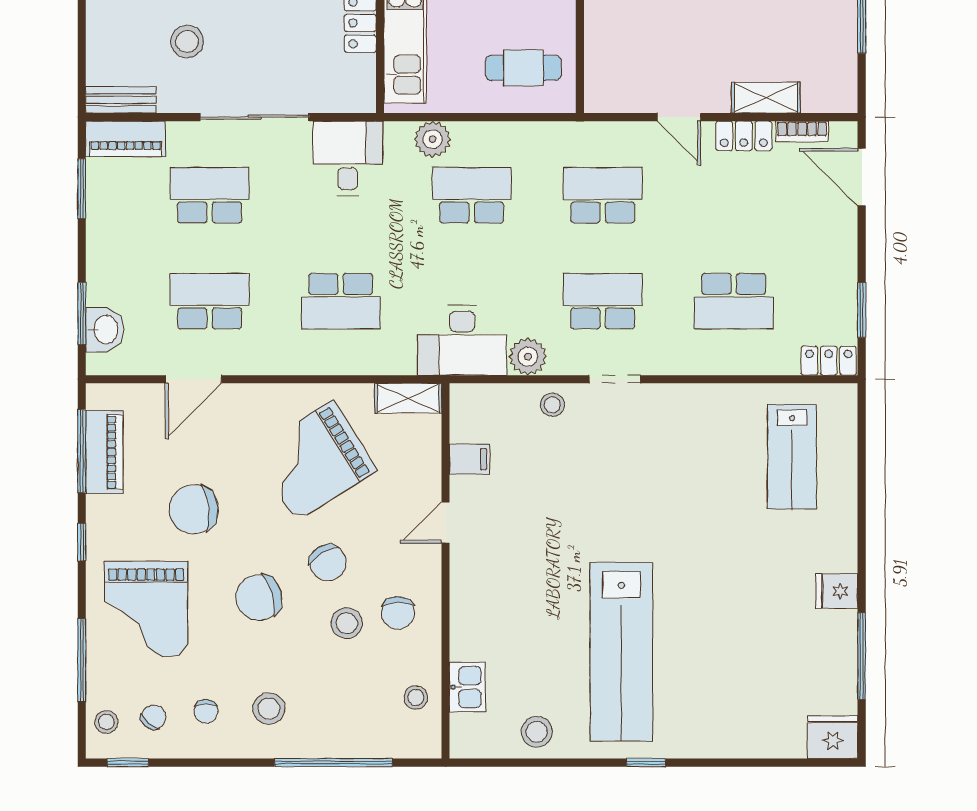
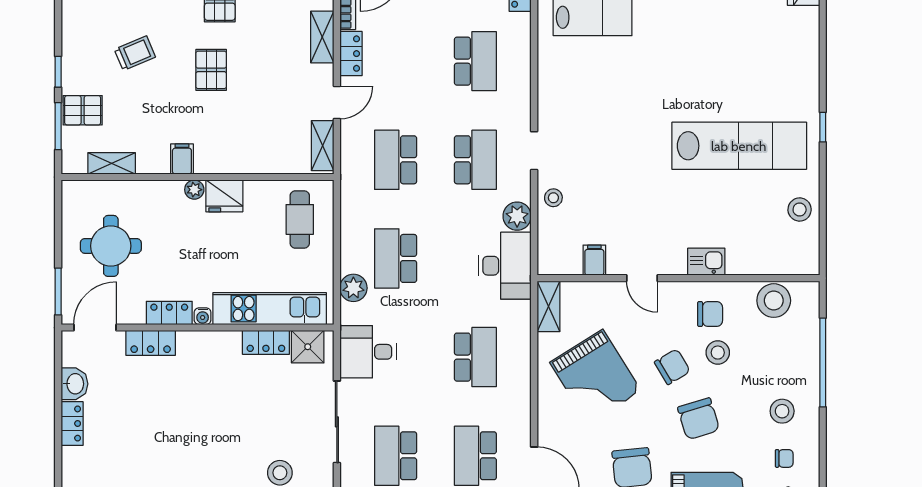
shower: (354, 78) -> (308, 347), added
shelving: (622, 98) -> (323, 146), added
school desk: (603, 301) -> (475, 160), turned 180
kitchen sink: (467, 687) -> (706, 262), moved
stool: (416, 697) -> (774, 301), width x1.89, depth x1.89

